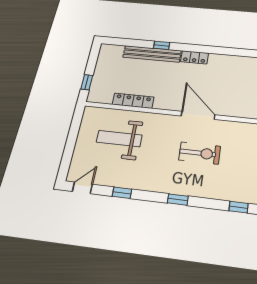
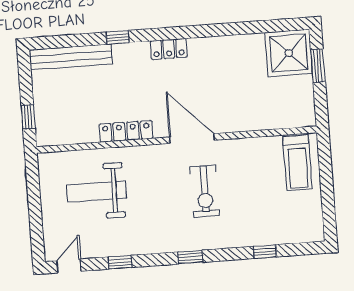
bench: (152, 54) -> (71, 57), moved
locker: (133, 101) -> (126, 131), moved
exercise bike: (200, 153) -> (205, 191), turned 90

